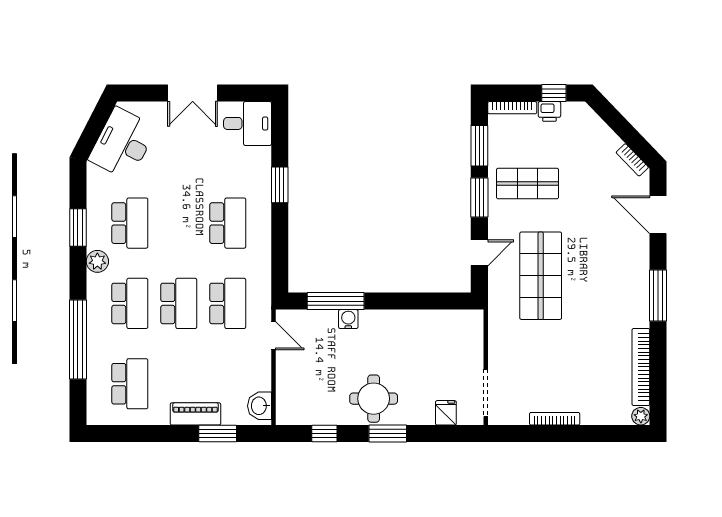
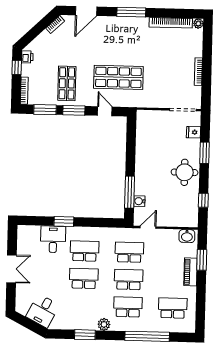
printer: (549, 111) -> (27, 57), moved
desk: (248, 123) -> (53, 239), moved
desk: (123, 144) -> (43, 311), width x0.73
school desk: (130, 223) -> (84, 278), moved
water cooler: (348, 319) -> (139, 201), moved
window: (388, 434) -> (205, 153), moved

